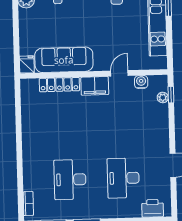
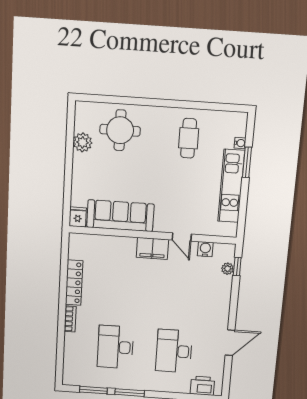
door: (119, 73) -> (182, 237), swing flipped
locker: (59, 85) -> (74, 283), moved, turned -90
bookcase: (28, 204) -> (70, 319), moved

